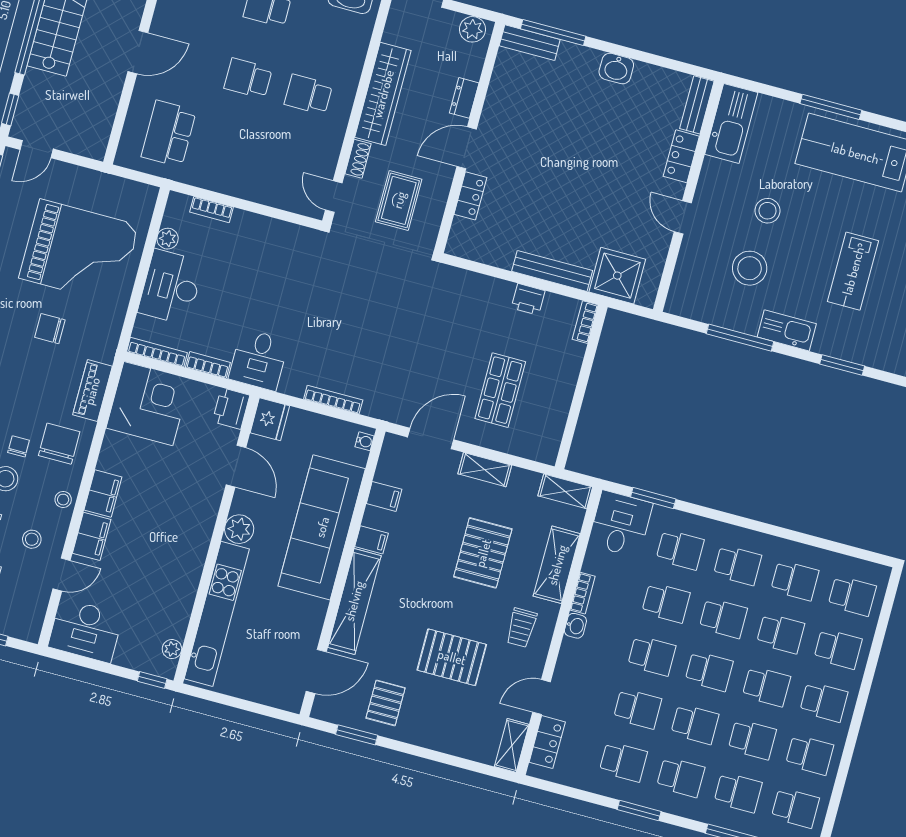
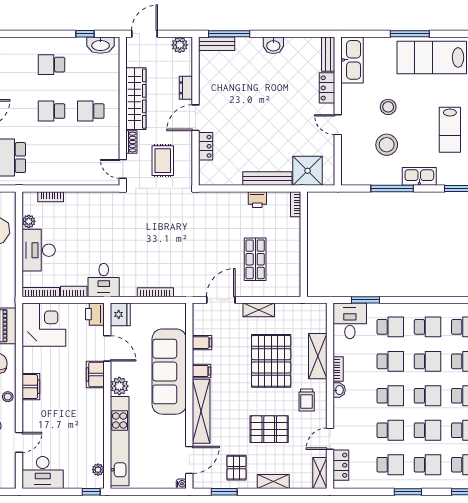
water cooler: (365, 441) -> (181, 484), moved
shelving: (565, 491) -> (273, 482), moved
filing cabinet: (92, 536) -> (95, 375), moved, turned 180
pallet: (483, 553) -> (271, 361), width x1.37, depth x1.41

